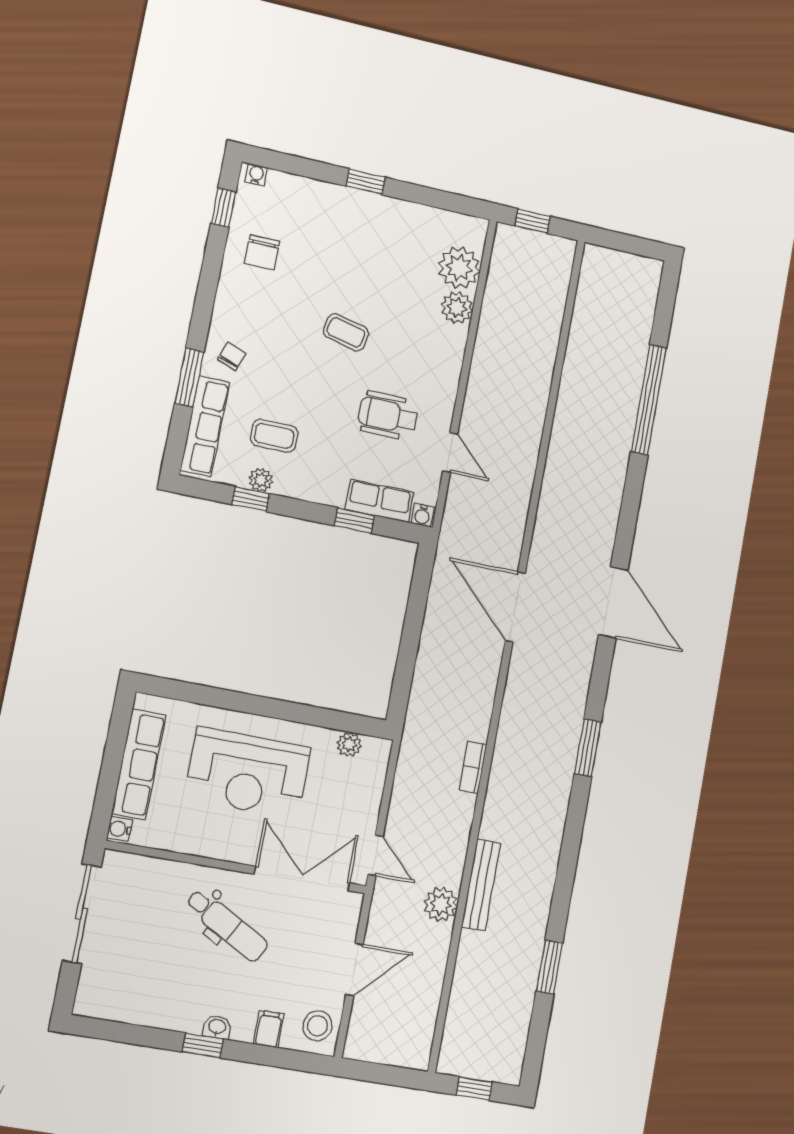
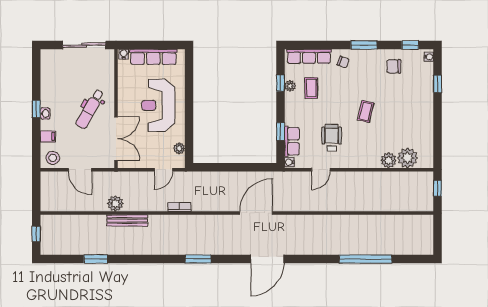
window: (366, 182) -> (437, 84), moved
window: (189, 377) -> (364, 45), moved
door: (375, 855) -> (163, 170), moved

